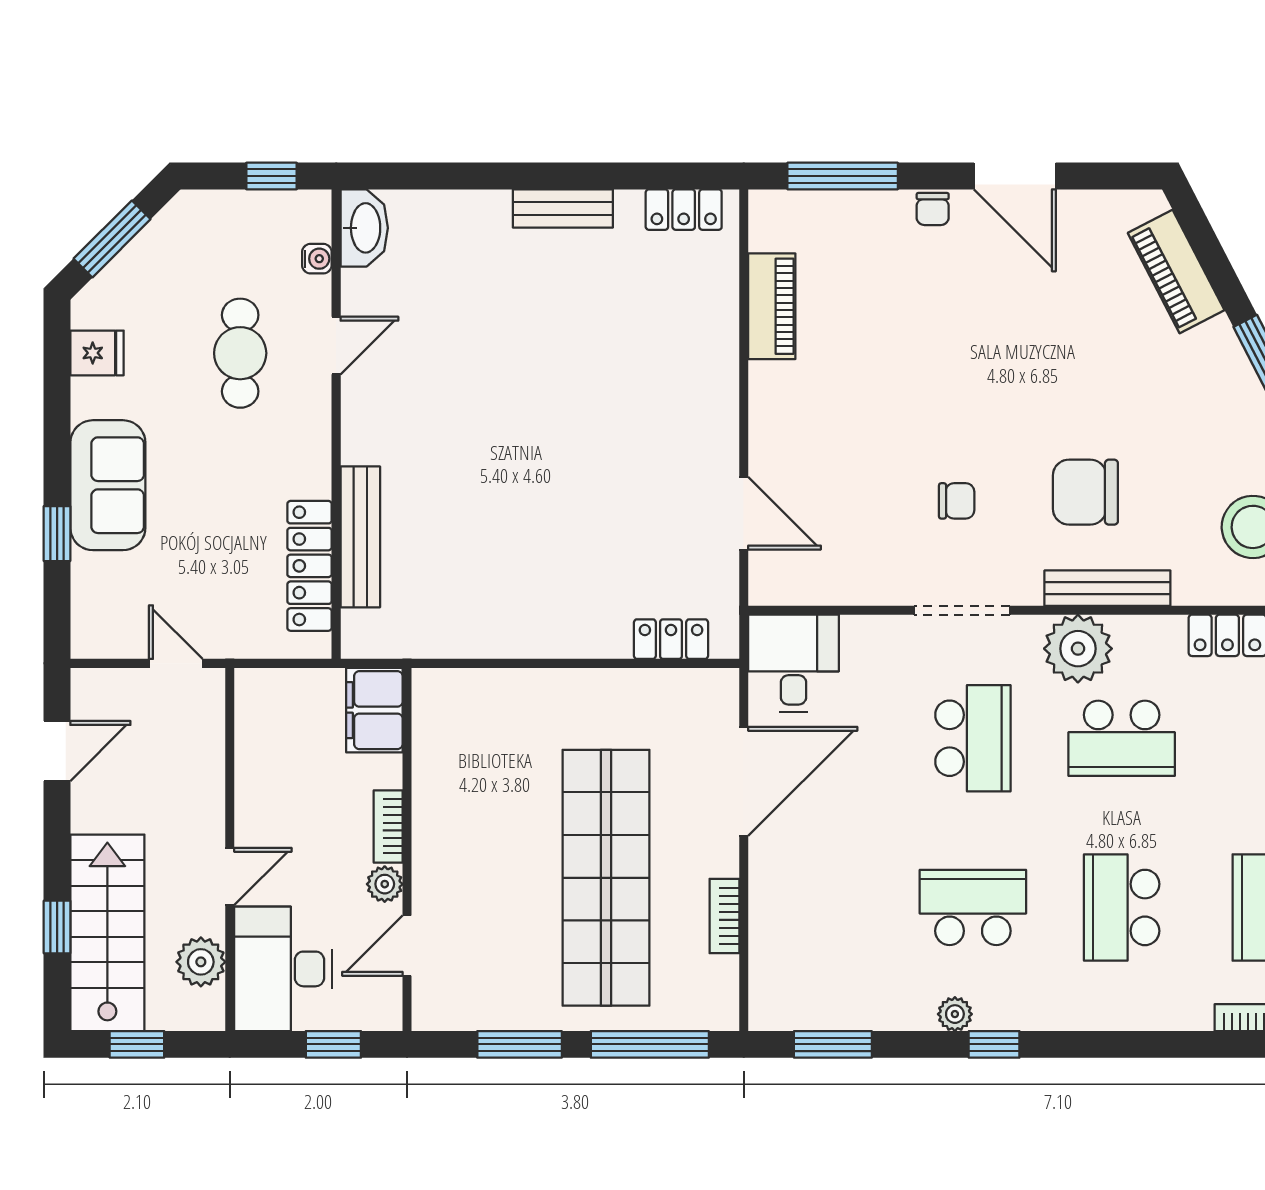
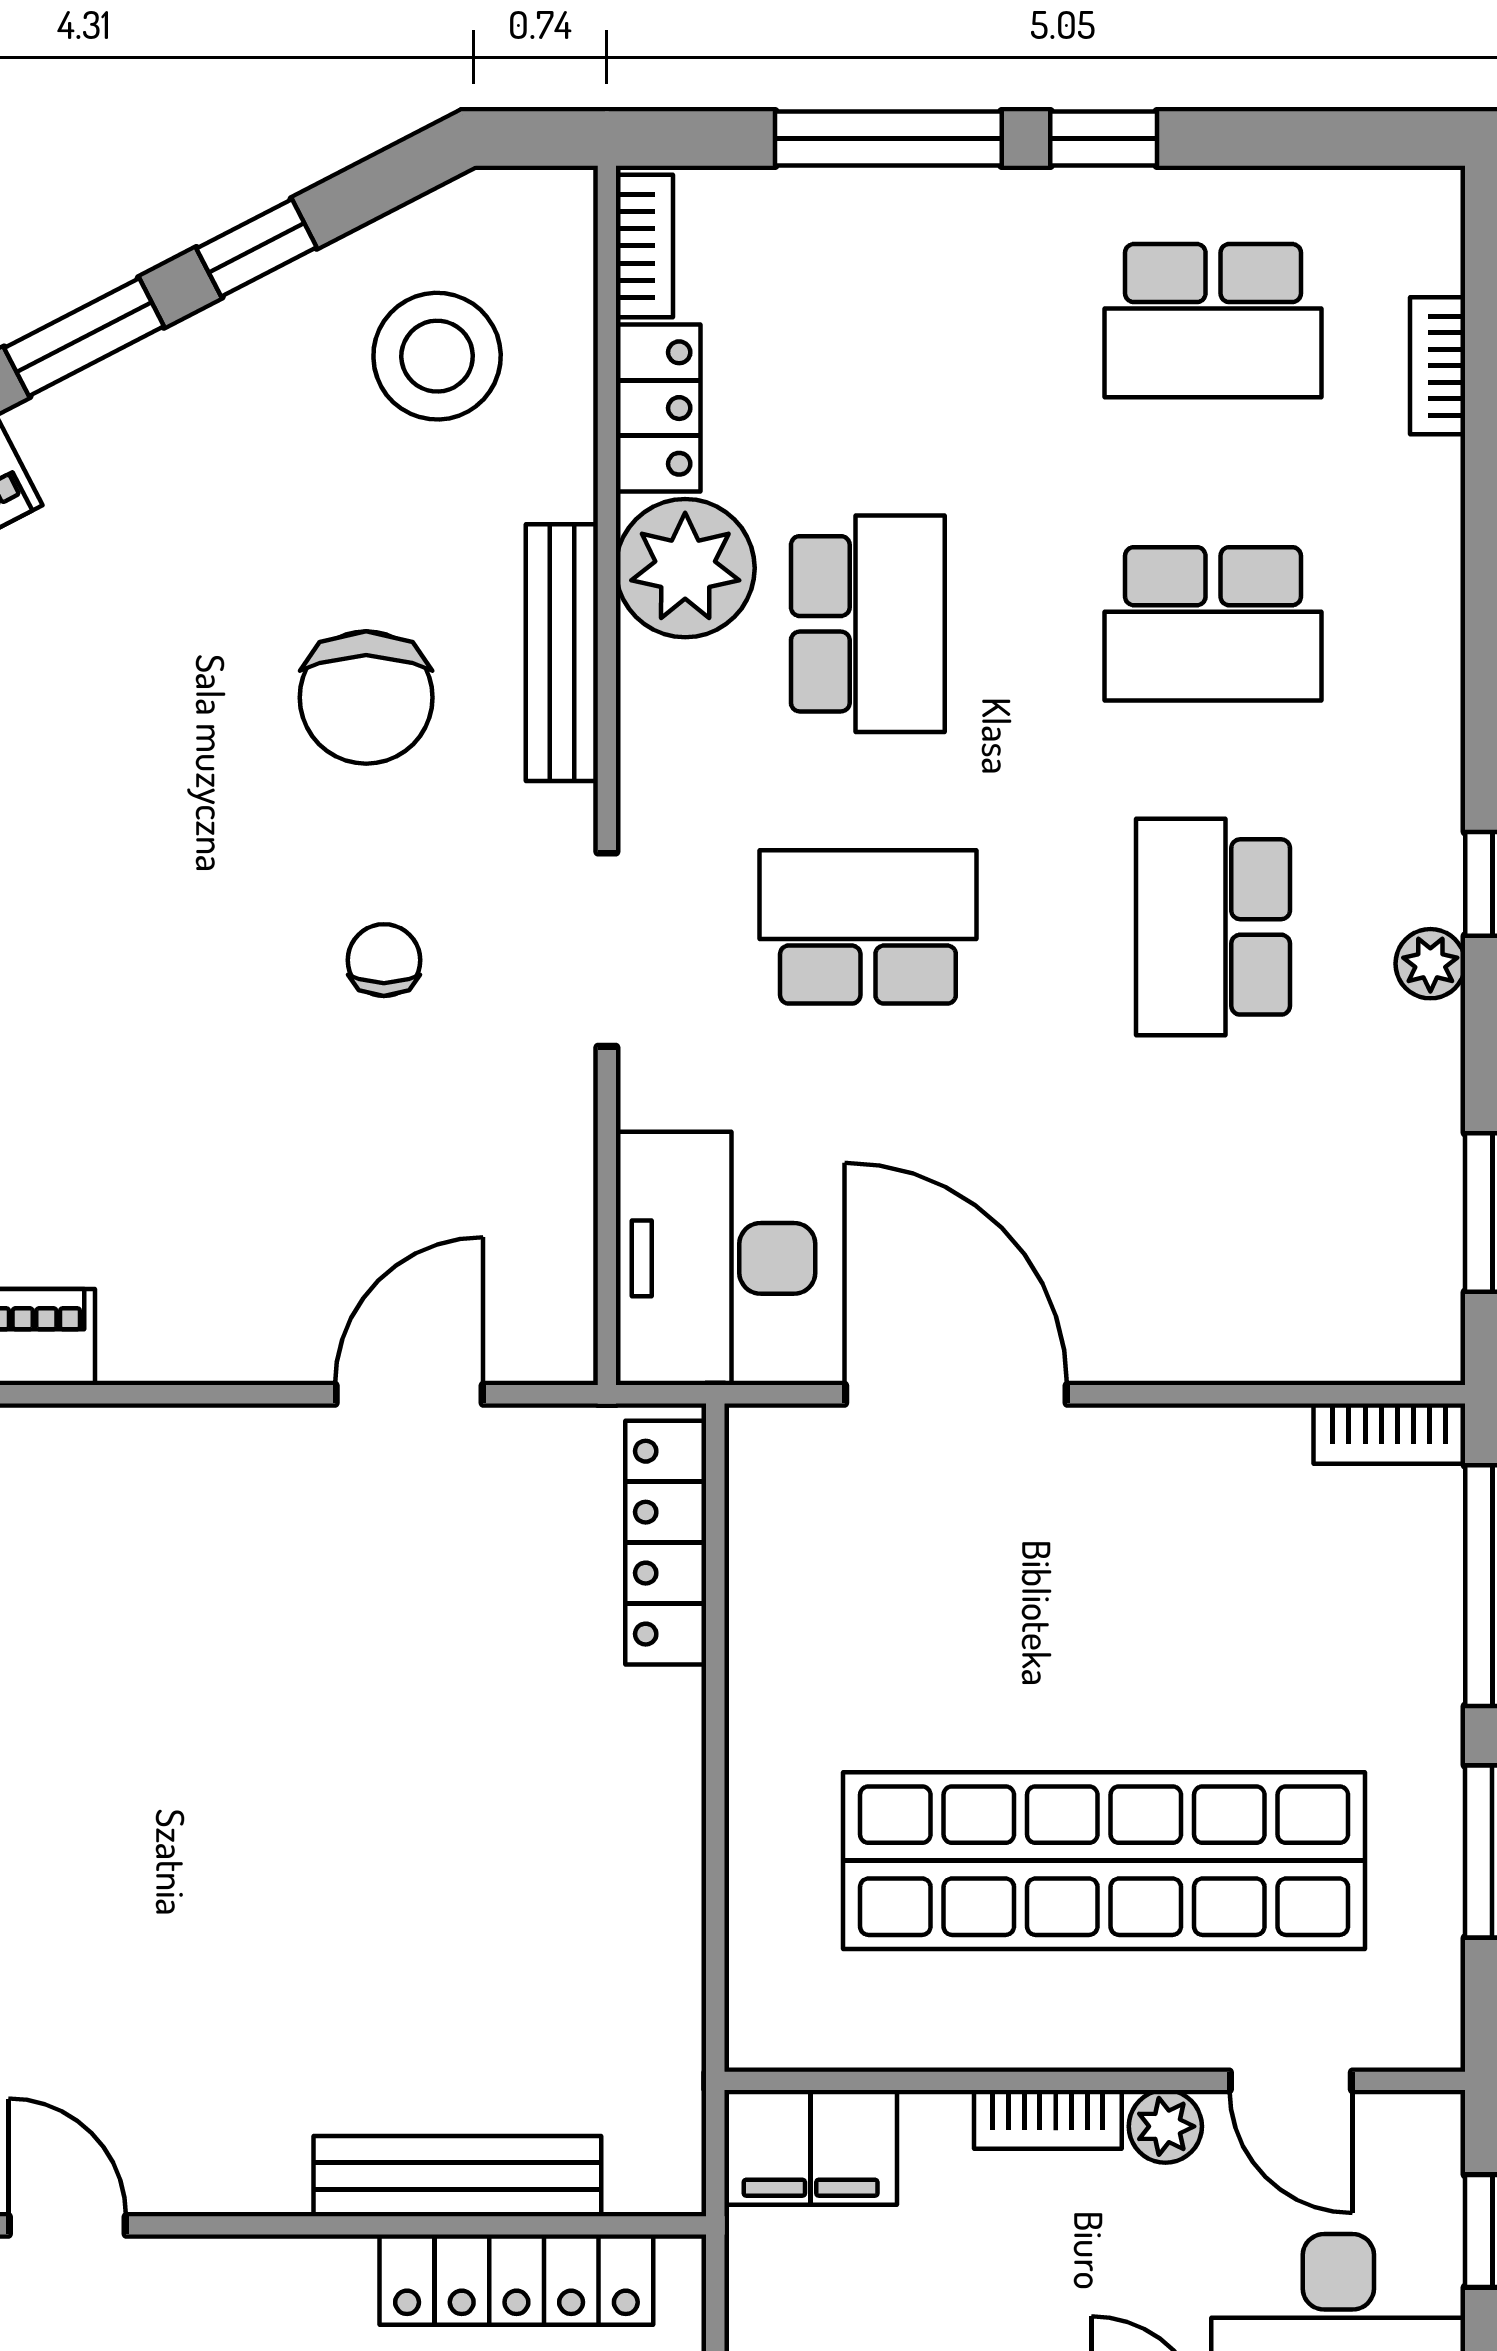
locker: (671, 639) -> (666, 1543), width x1.53
plant: (1078, 649) -> (685, 568), moved
desk: (794, 663) -> (716, 1258), width x1.37
shop shelf: (606, 878) -> (1104, 1861), moved
bookcase: (724, 916) -> (1389, 1434), moved

